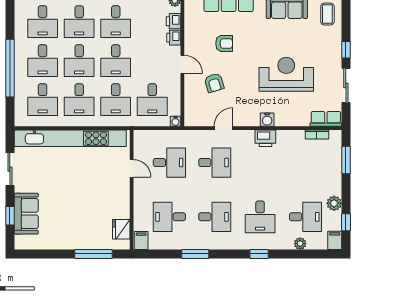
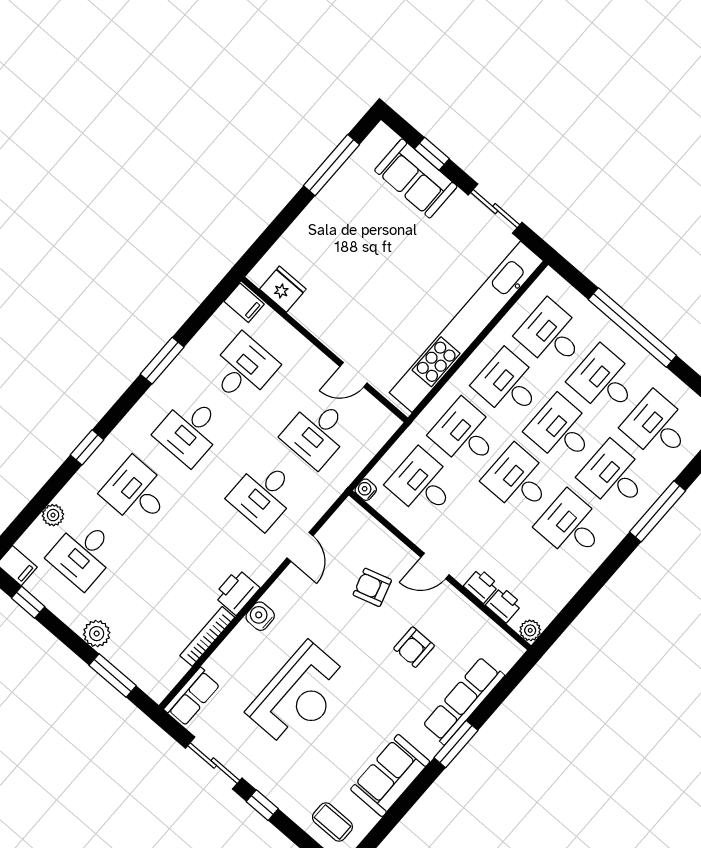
bookcase: (317, 134) -> (207, 636), moved, width x1.56
plant: (334, 203) -> (97, 634), moved
window: (93, 254) -> (331, 165), moved

